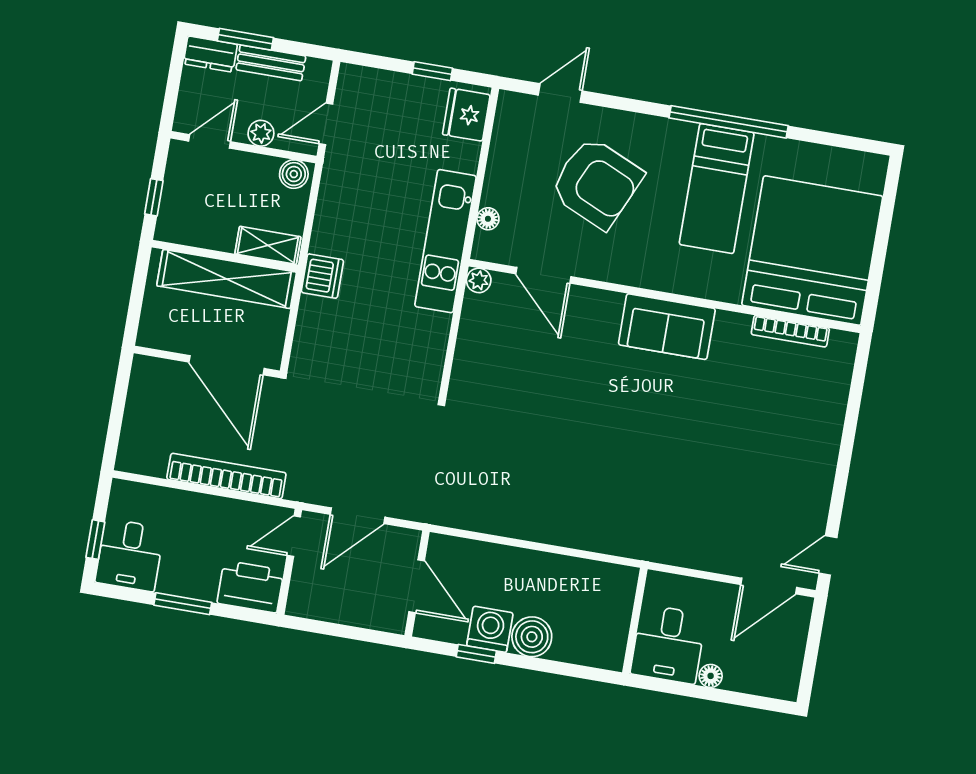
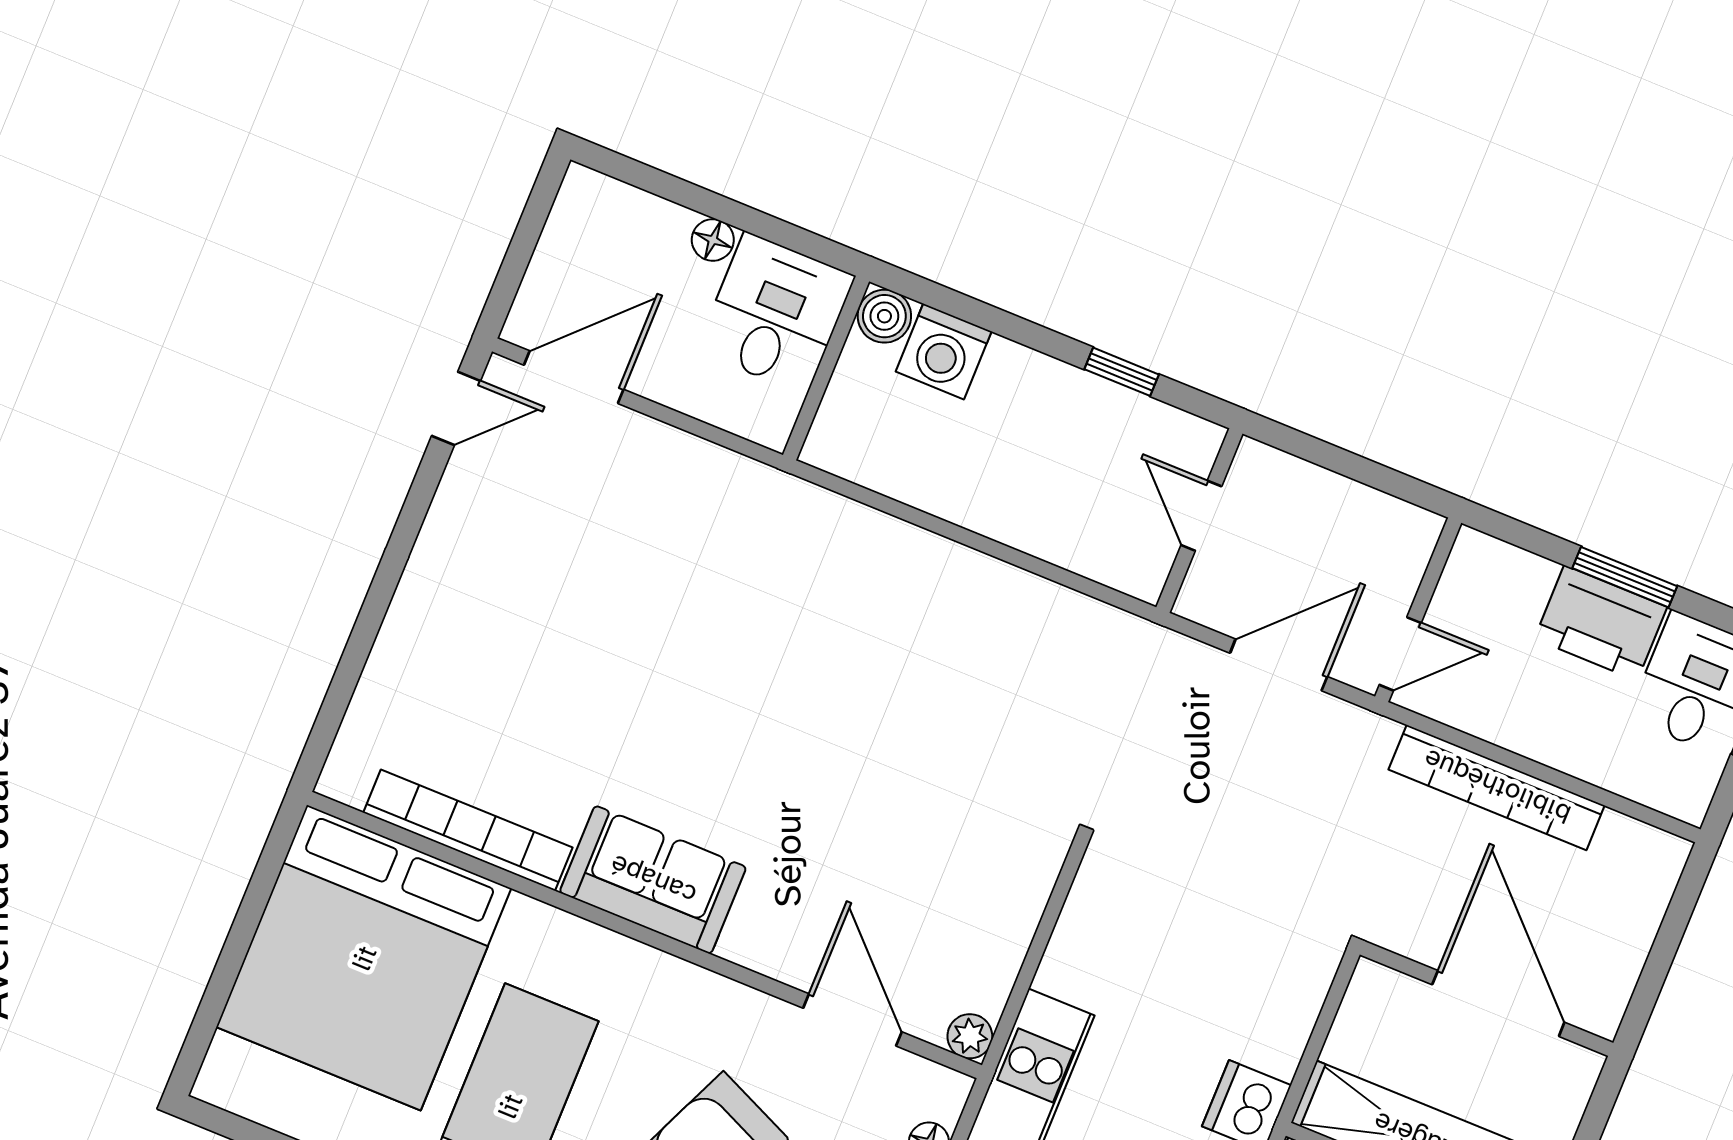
bookcase: (790, 331) -> (468, 830), width x1.48, depth x1.31
door: (227, 365) -> (1498, 1003), moved
door: (417, 586) -> (1201, 516), width x0.73
printer: (250, 587) -> (1601, 623), moved
washing machine: (490, 629) -> (944, 351), moved
boiler: (532, 637) -> (884, 316), moved, width x0.73, depth x0.73

